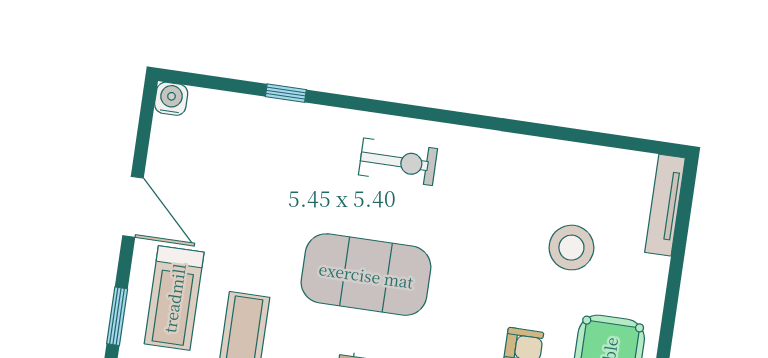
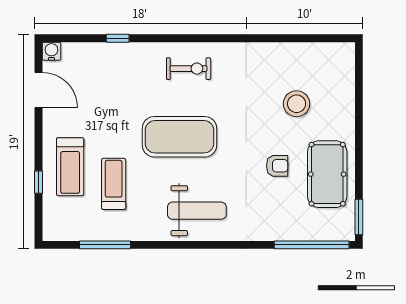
tv unit: (665, 205) -> (347, 71), removed
door: (133, 207) -> (38, 90), moved
window: (117, 316) -> (38, 182), width x0.67

